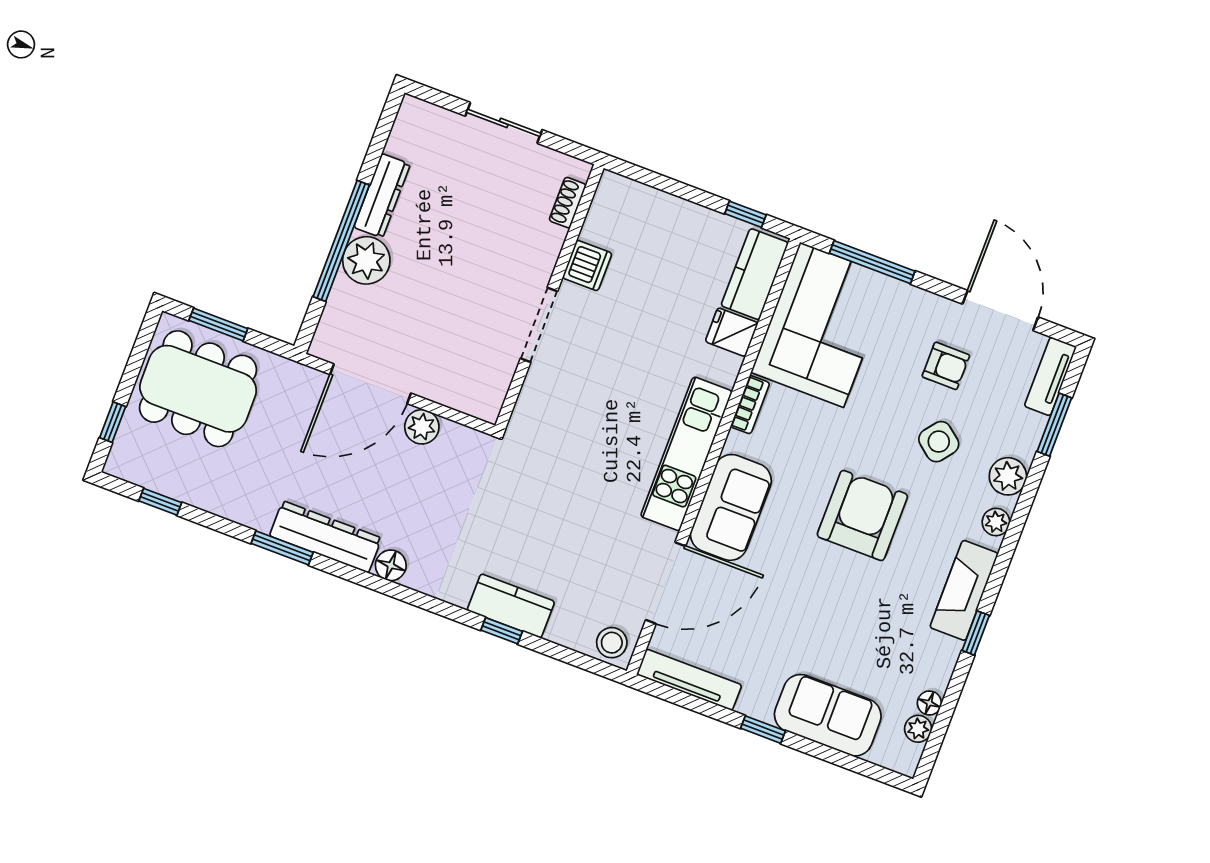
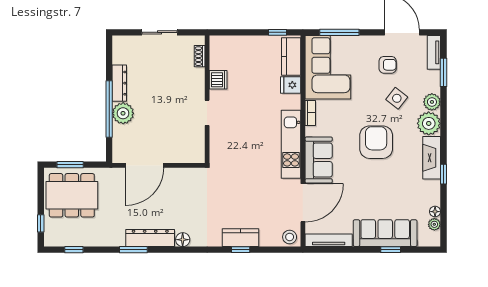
doorway: (539, 325) -> (207, 113), width x0.73
plant: (422, 427) -> (174, 175), removed
plant: (996, 522) -> (429, 123), width x1.87, depth x1.87
sofa: (828, 715) -> (385, 233), width x1.36
window: (763, 730) -> (391, 250), moved

